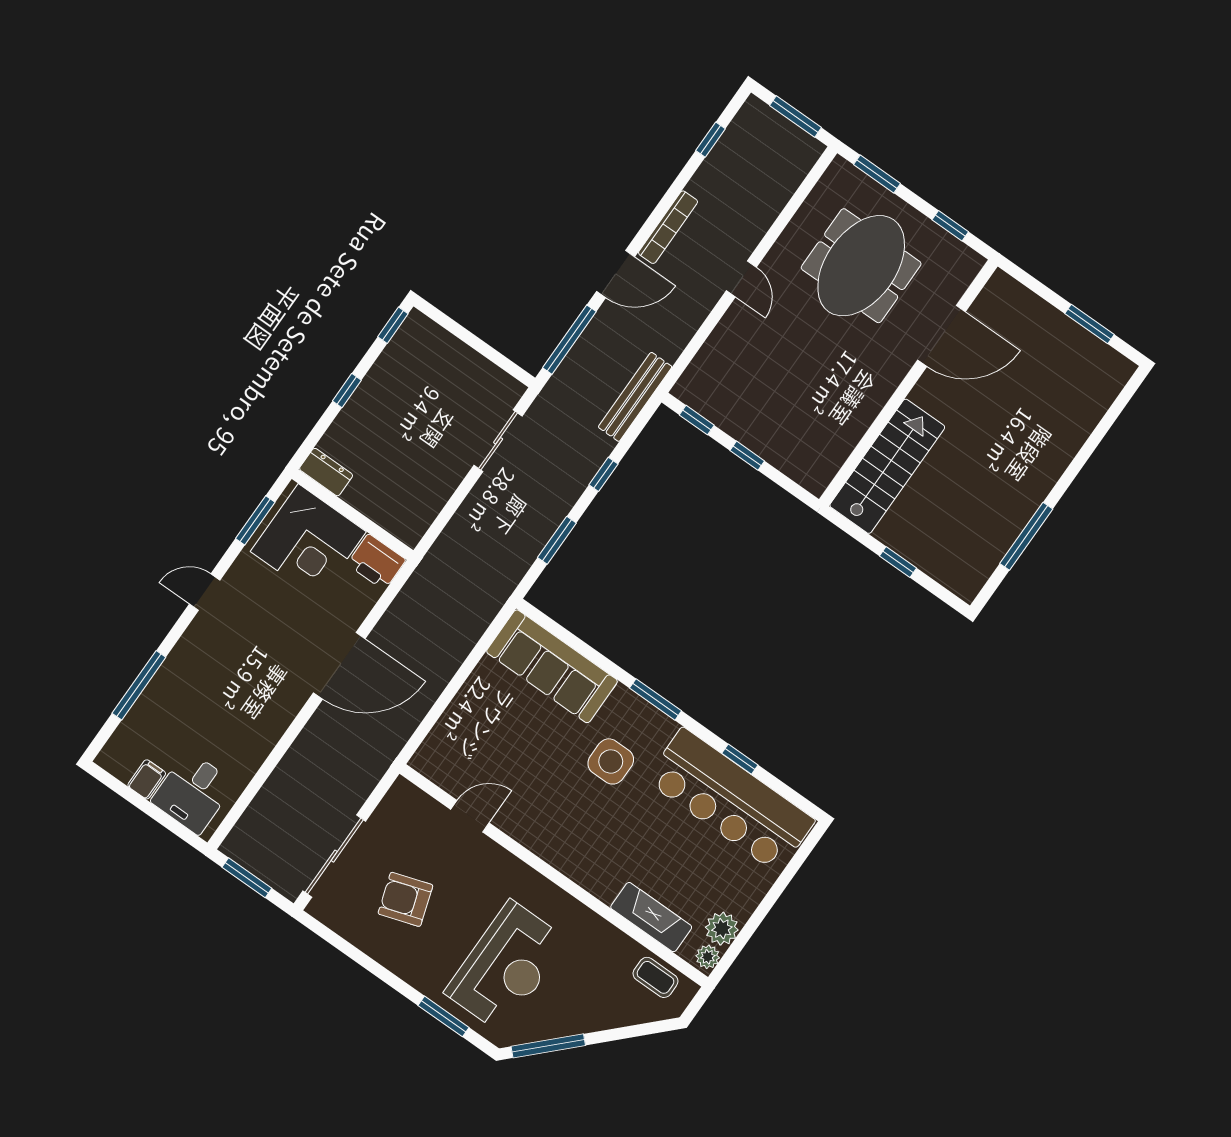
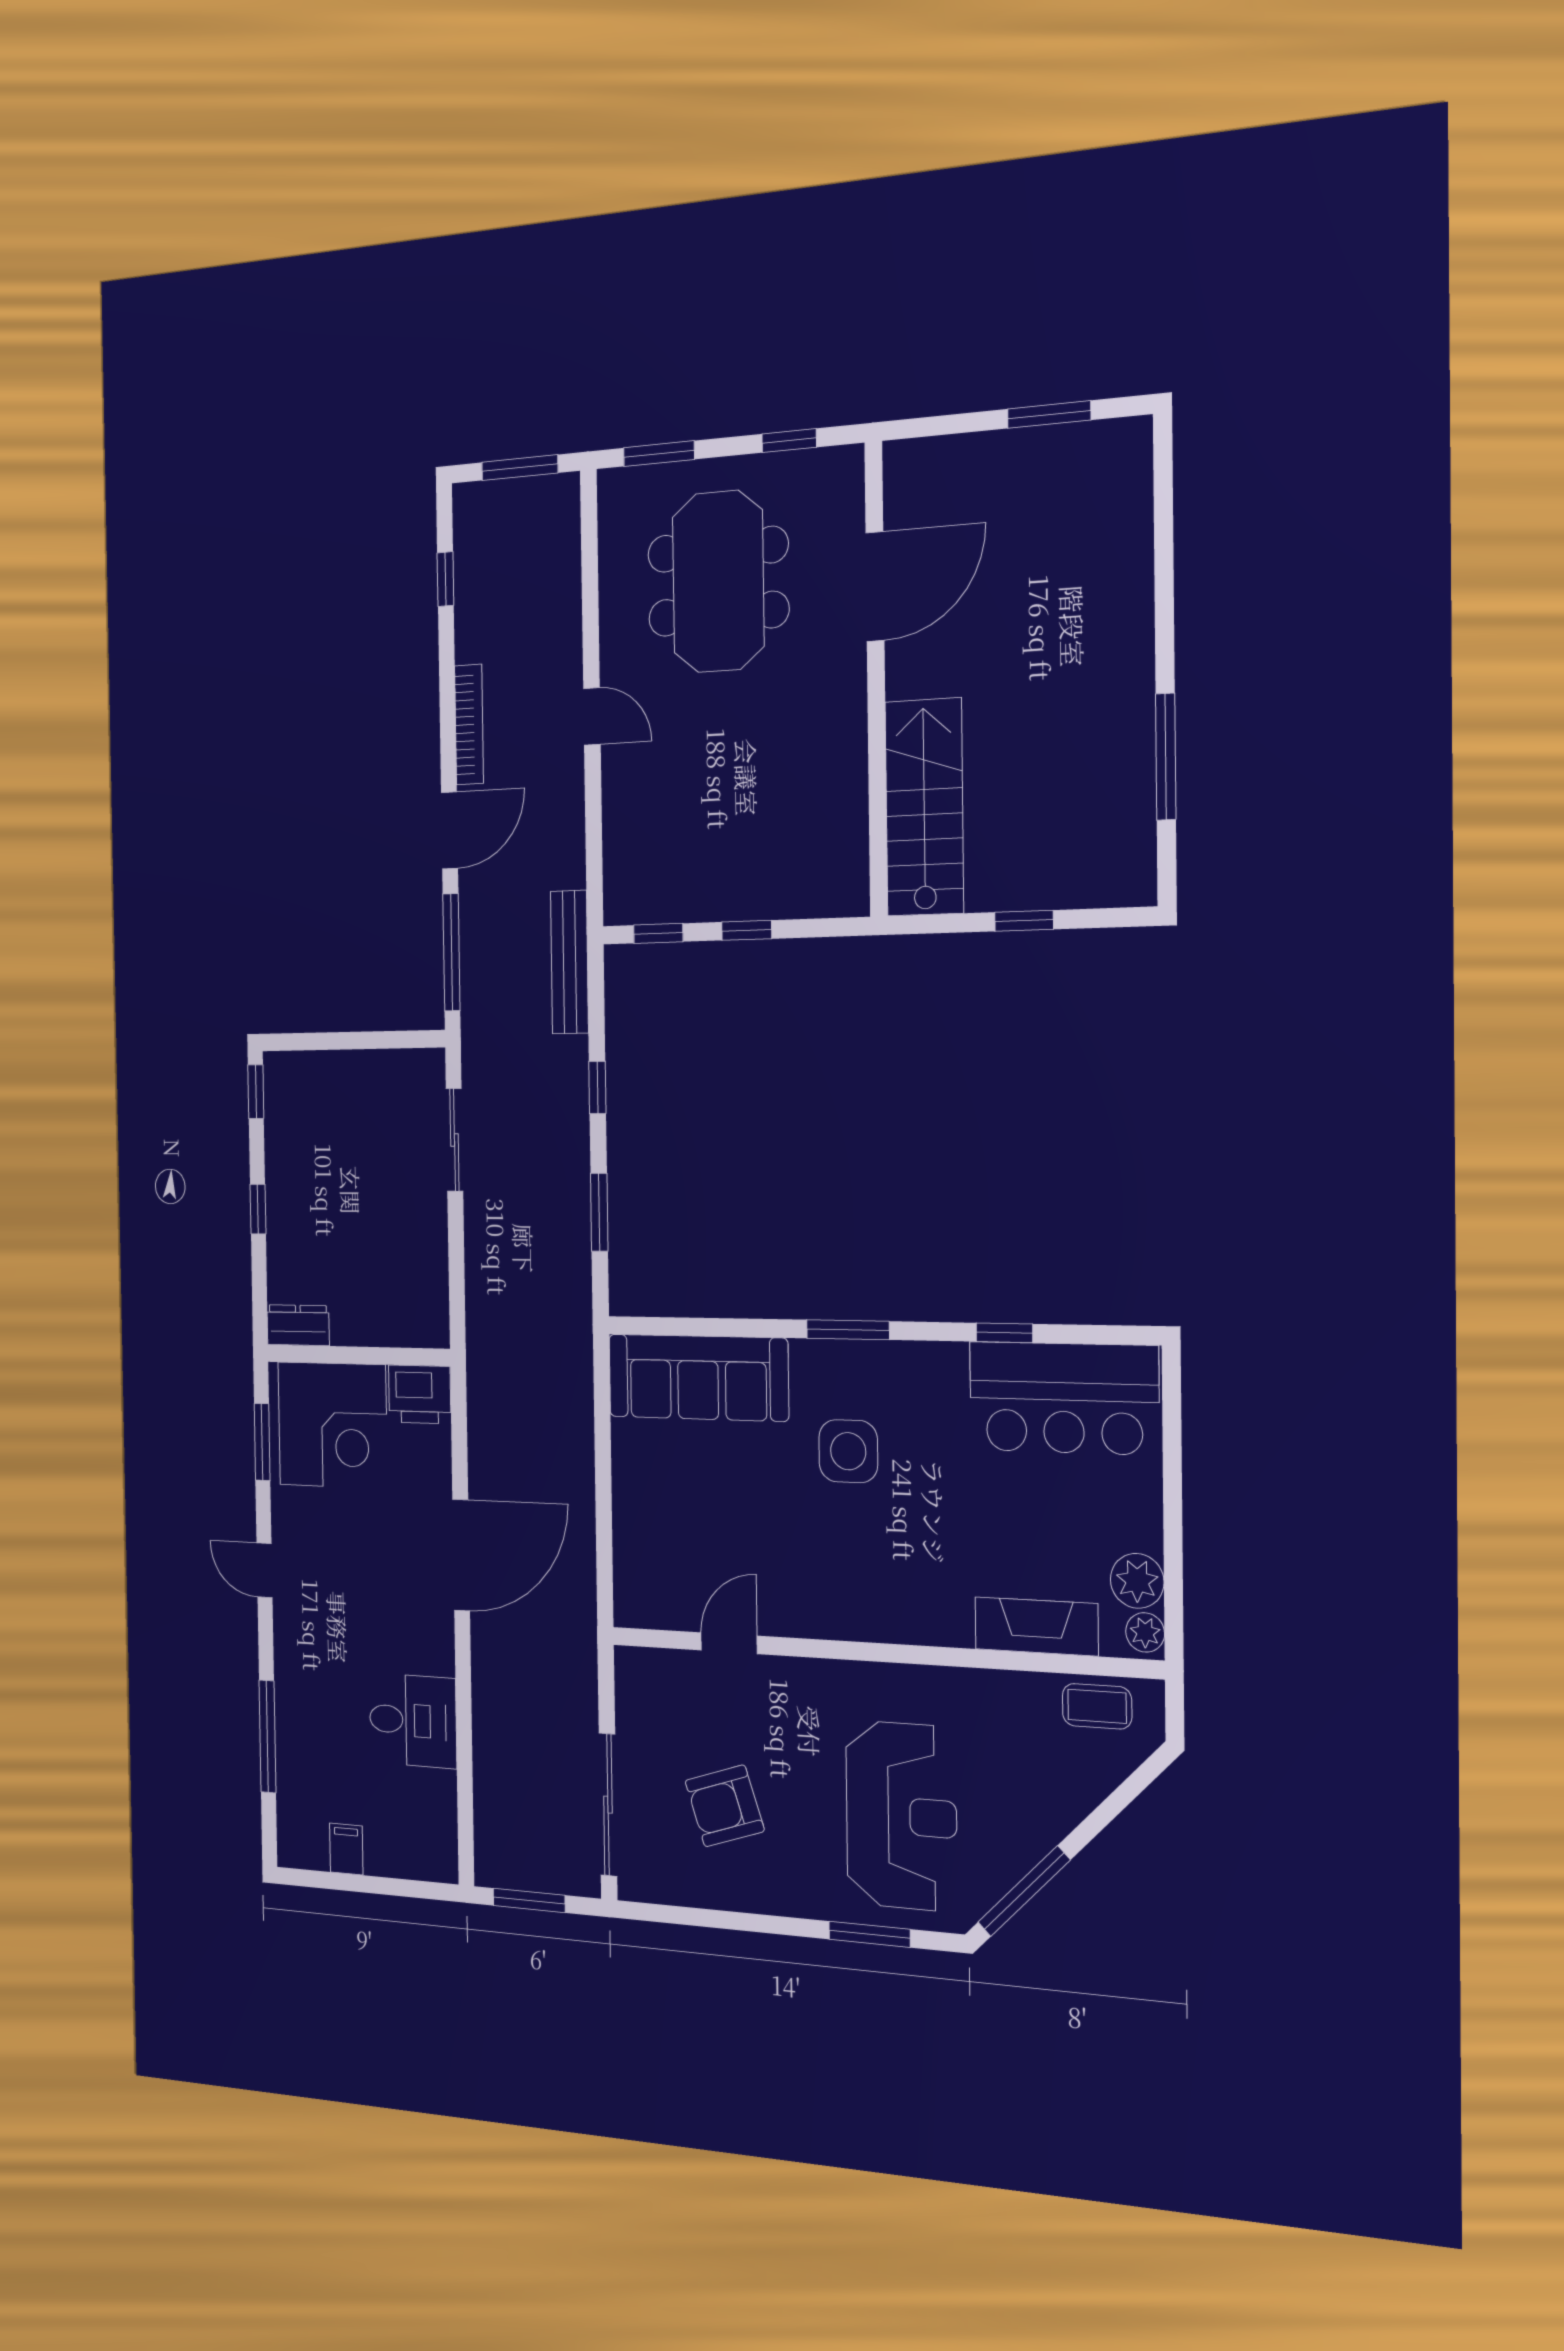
door: (205, 592) -> (264, 1570), hinge flipped
desk: (193, 792) -> (413, 1721), moved, turned -90
bar counter: (730, 800) -> (1064, 1398), width x0.73

